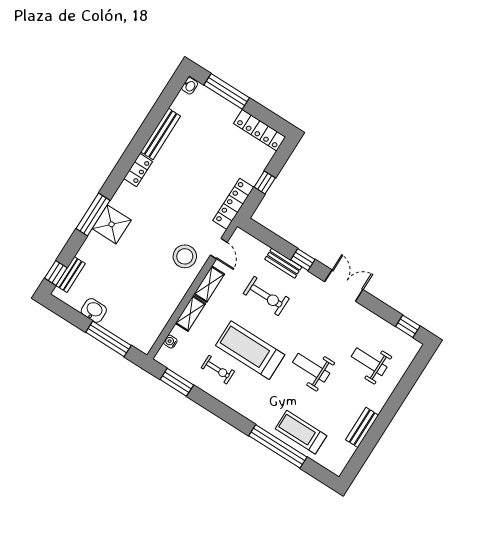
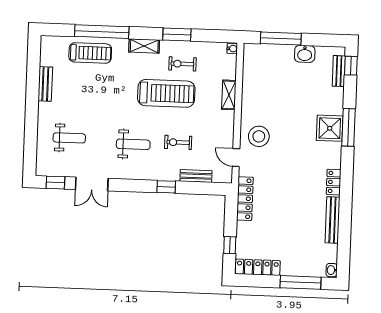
window: (265, 182) -> (230, 245), moved
bench: (283, 263) -> (196, 176), moved
shelving: (209, 284) -> (144, 46), moved, turned 90
double door: (344, 286) -> (92, 184), moved
exercise bike: (266, 296) -> (178, 142), width x0.73, depth x0.72
water cooler: (170, 342) -> (232, 49), moved
weight bench: (311, 368) -> (133, 144), moved
window: (177, 382) -> (177, 34), moved

